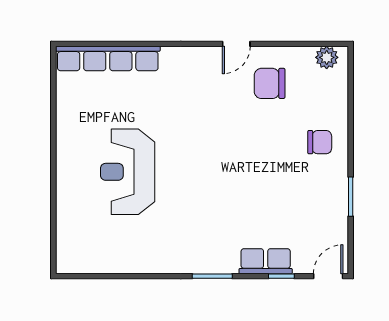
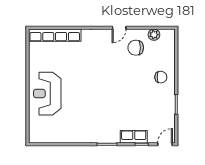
plant: (327, 57) -> (154, 35), moved
reception desk: (128, 172) -> (47, 94), moved

